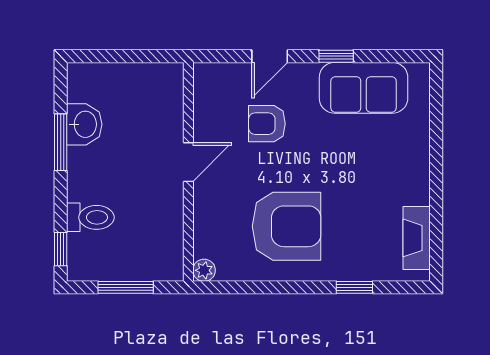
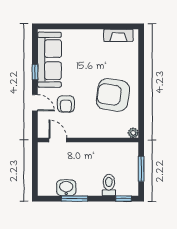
sofa: (364, 88) -> (49, 60), width x1.36
door: (188, 162) -> (58, 140), moved
armchair: (287, 226) -> (113, 95), turned -82
window: (354, 287) -> (141, 64), removed

